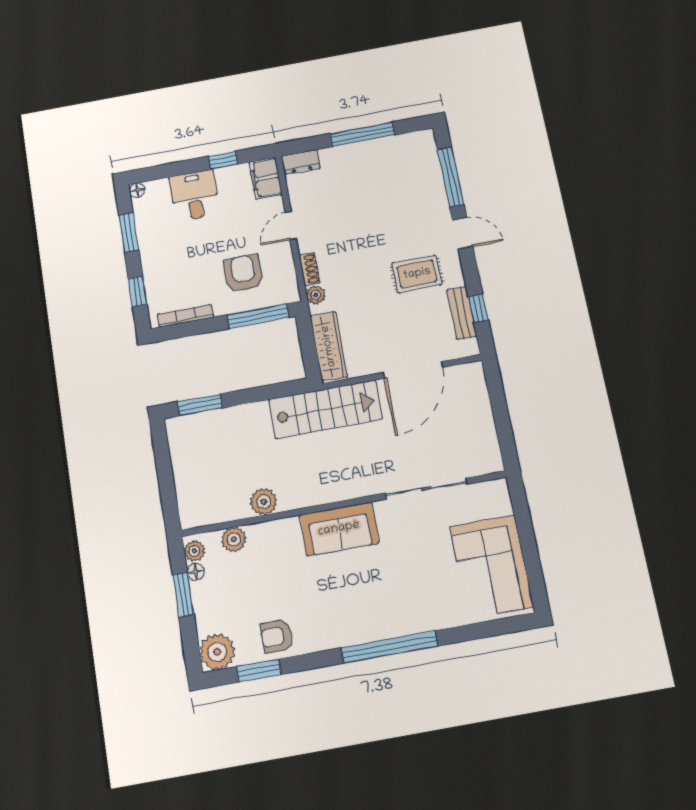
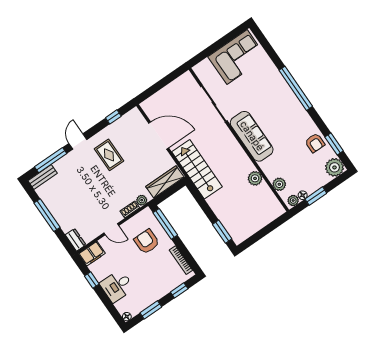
armchair: (243, 273) -> (147, 242), turned 90
bench: (462, 313) -> (43, 177), moved
sofa: (339, 529) -> (252, 136), width x1.36

